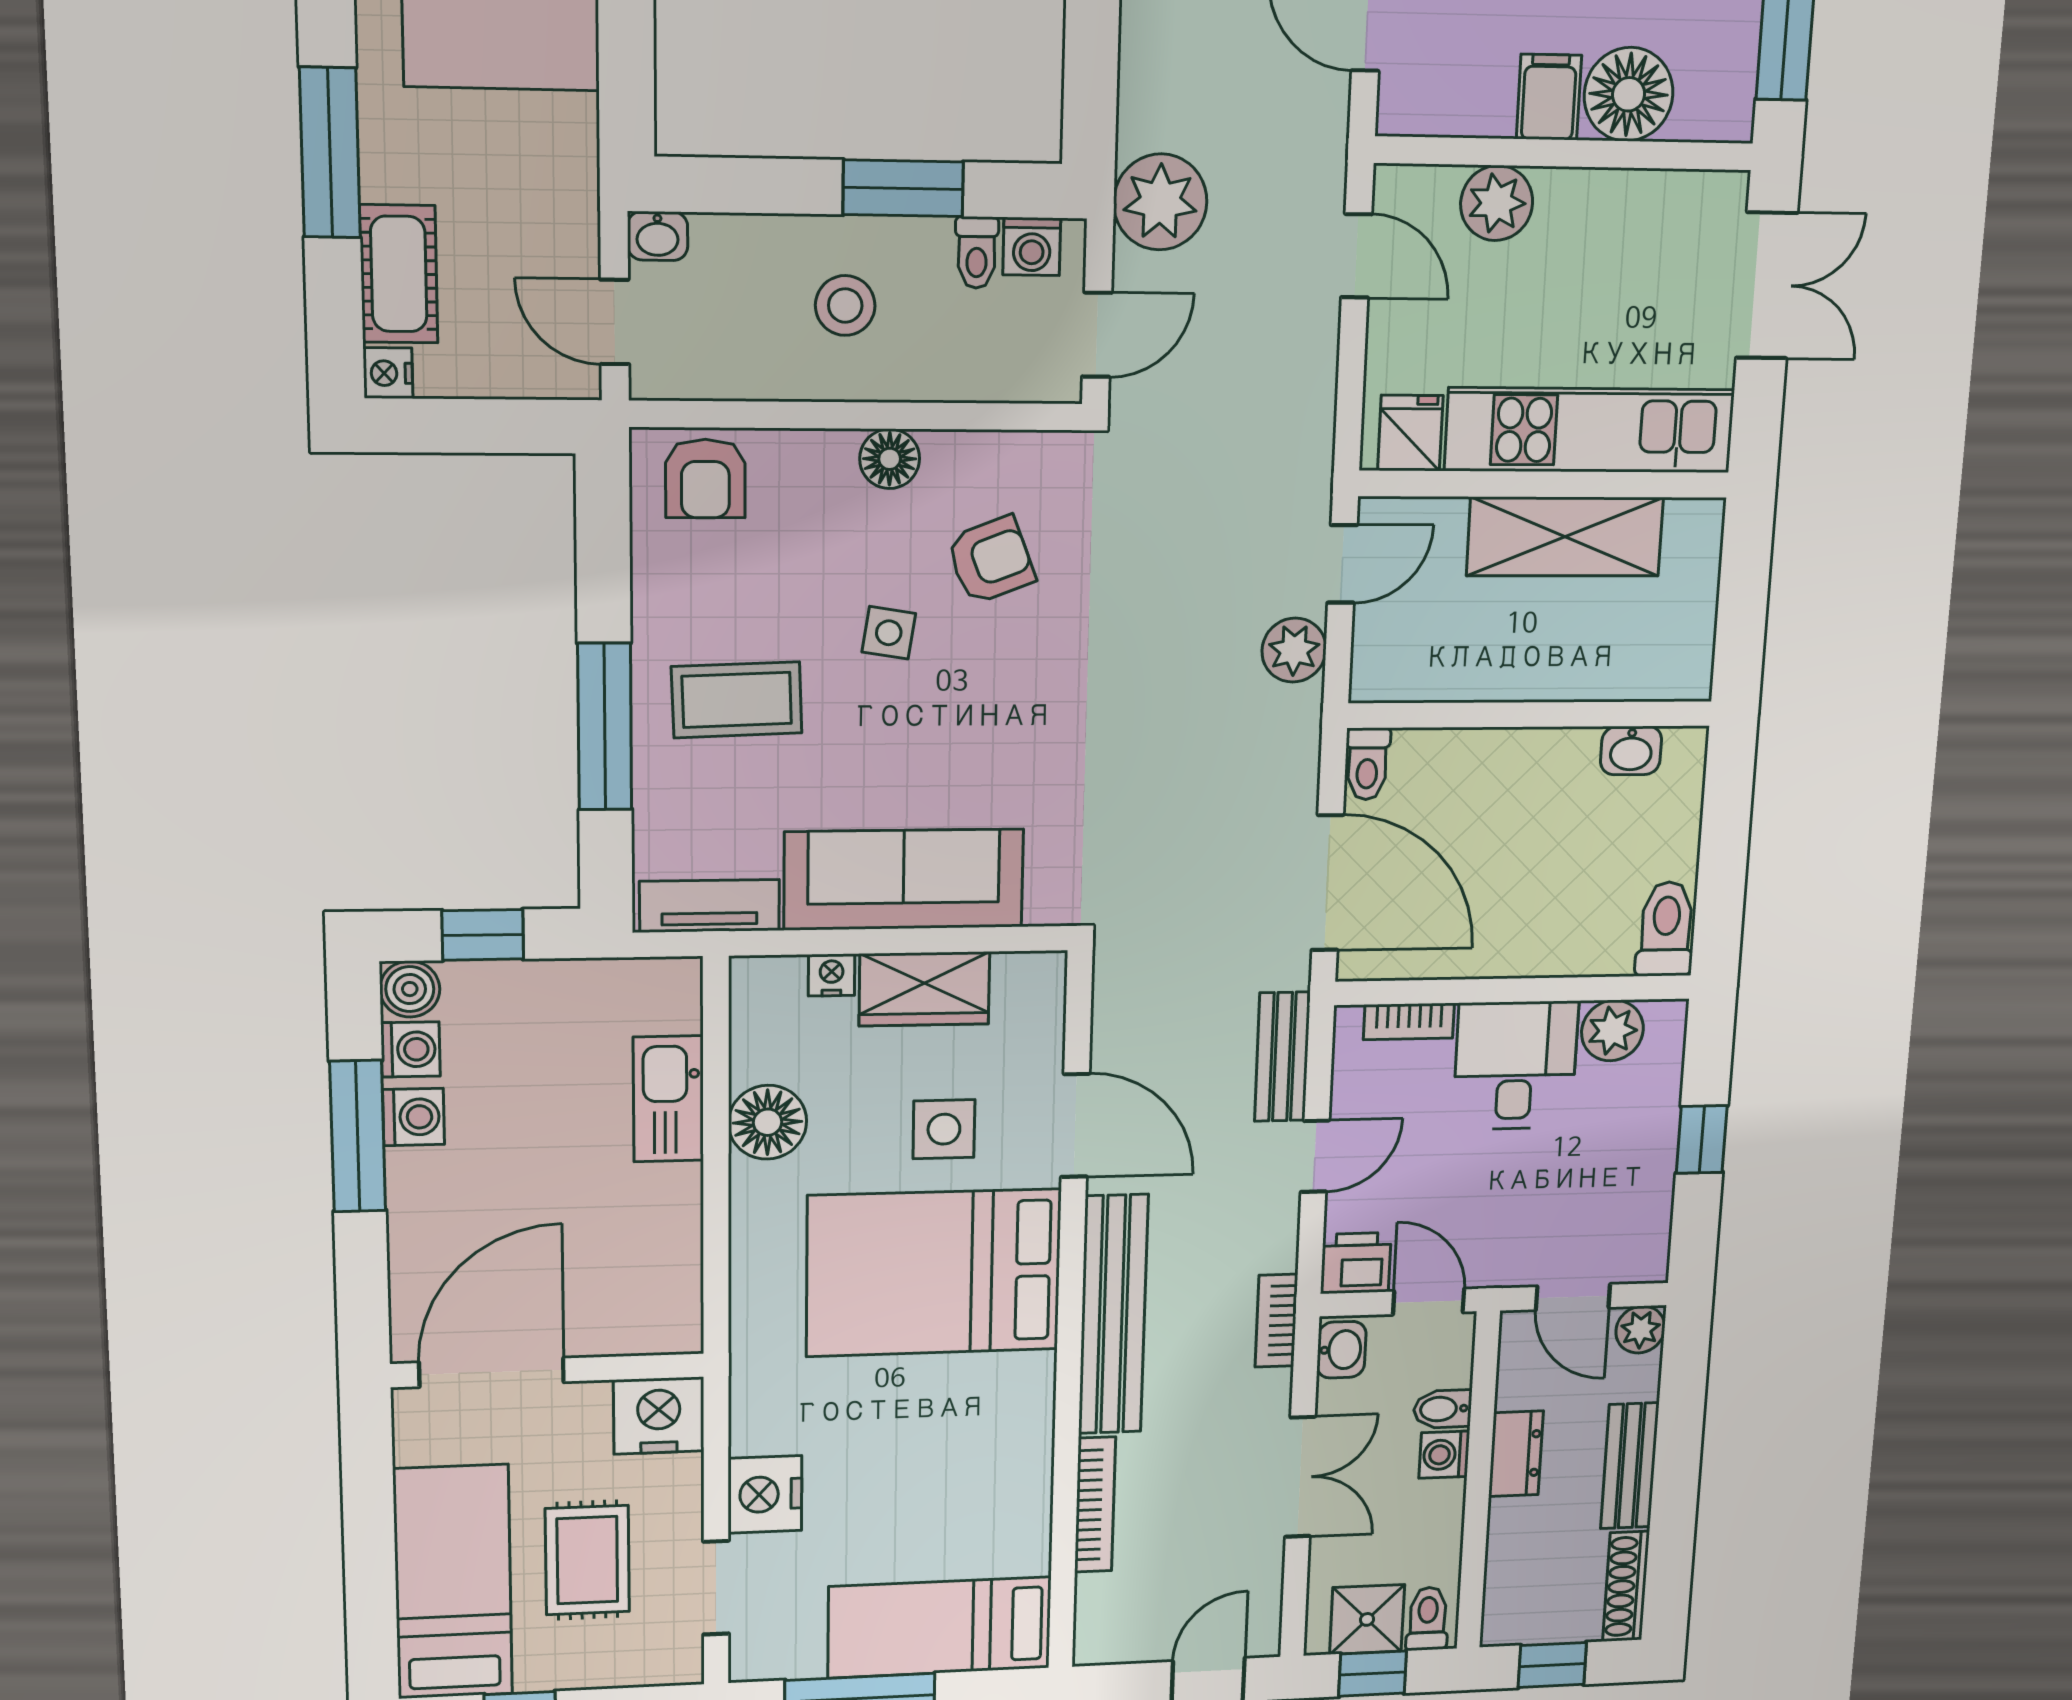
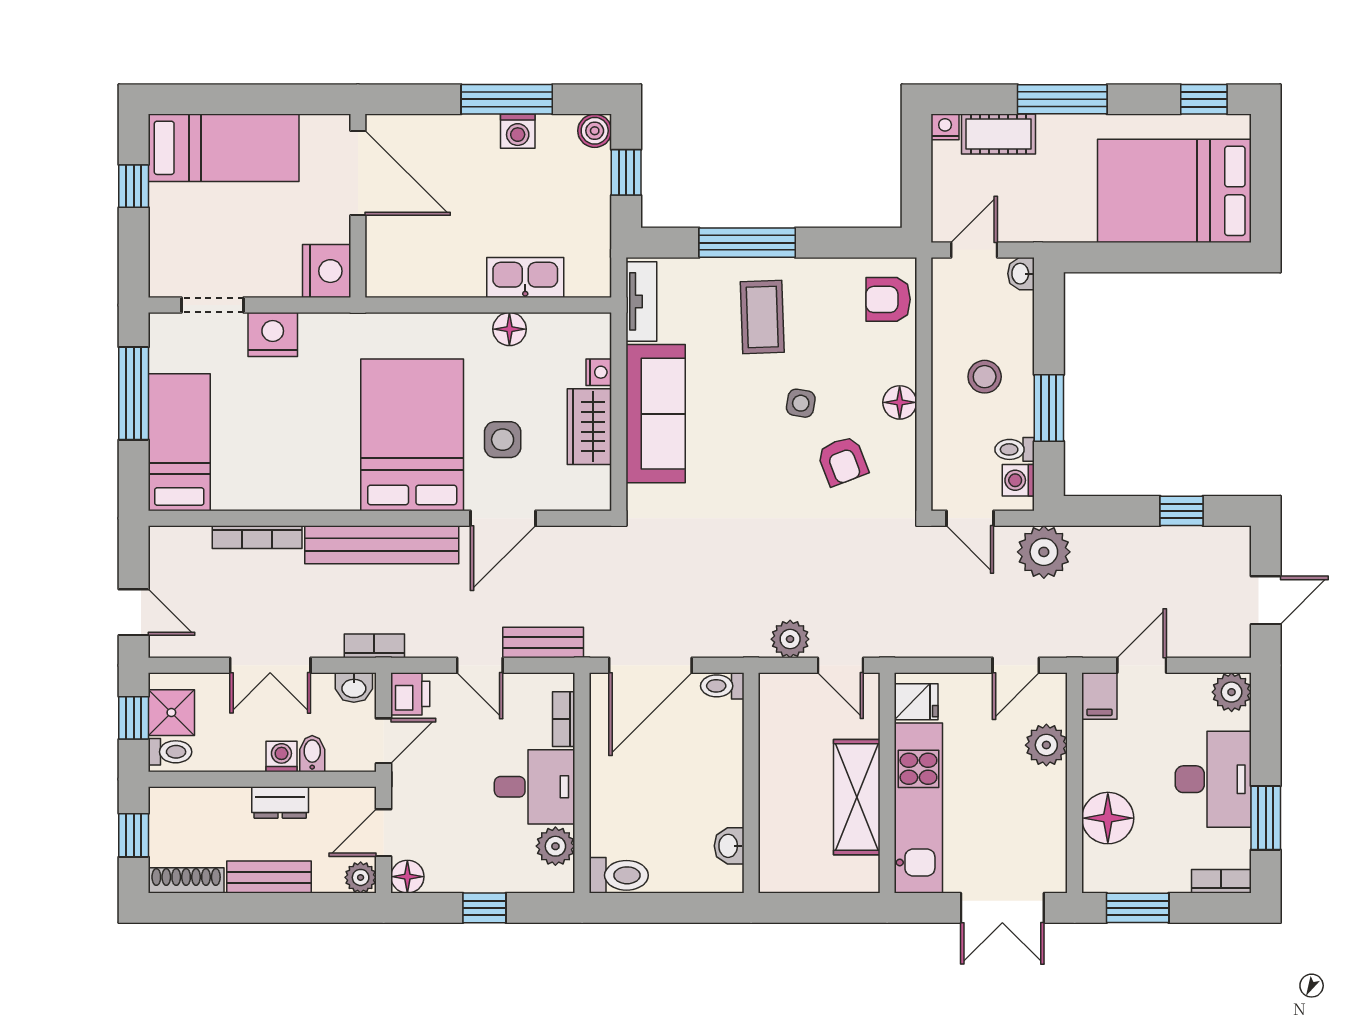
filing cabinet: (1549, 97) -> (1099, 696), moved, turned 90
washing machine: (411, 1049) -> (559, 130), removed
floor lamp: (768, 1122) -> (509, 329), width x0.73, depth x0.73
floor lamp: (1644, 1259) -> (407, 877), added
rug: (587, 1560) -> (234, 228), removed

